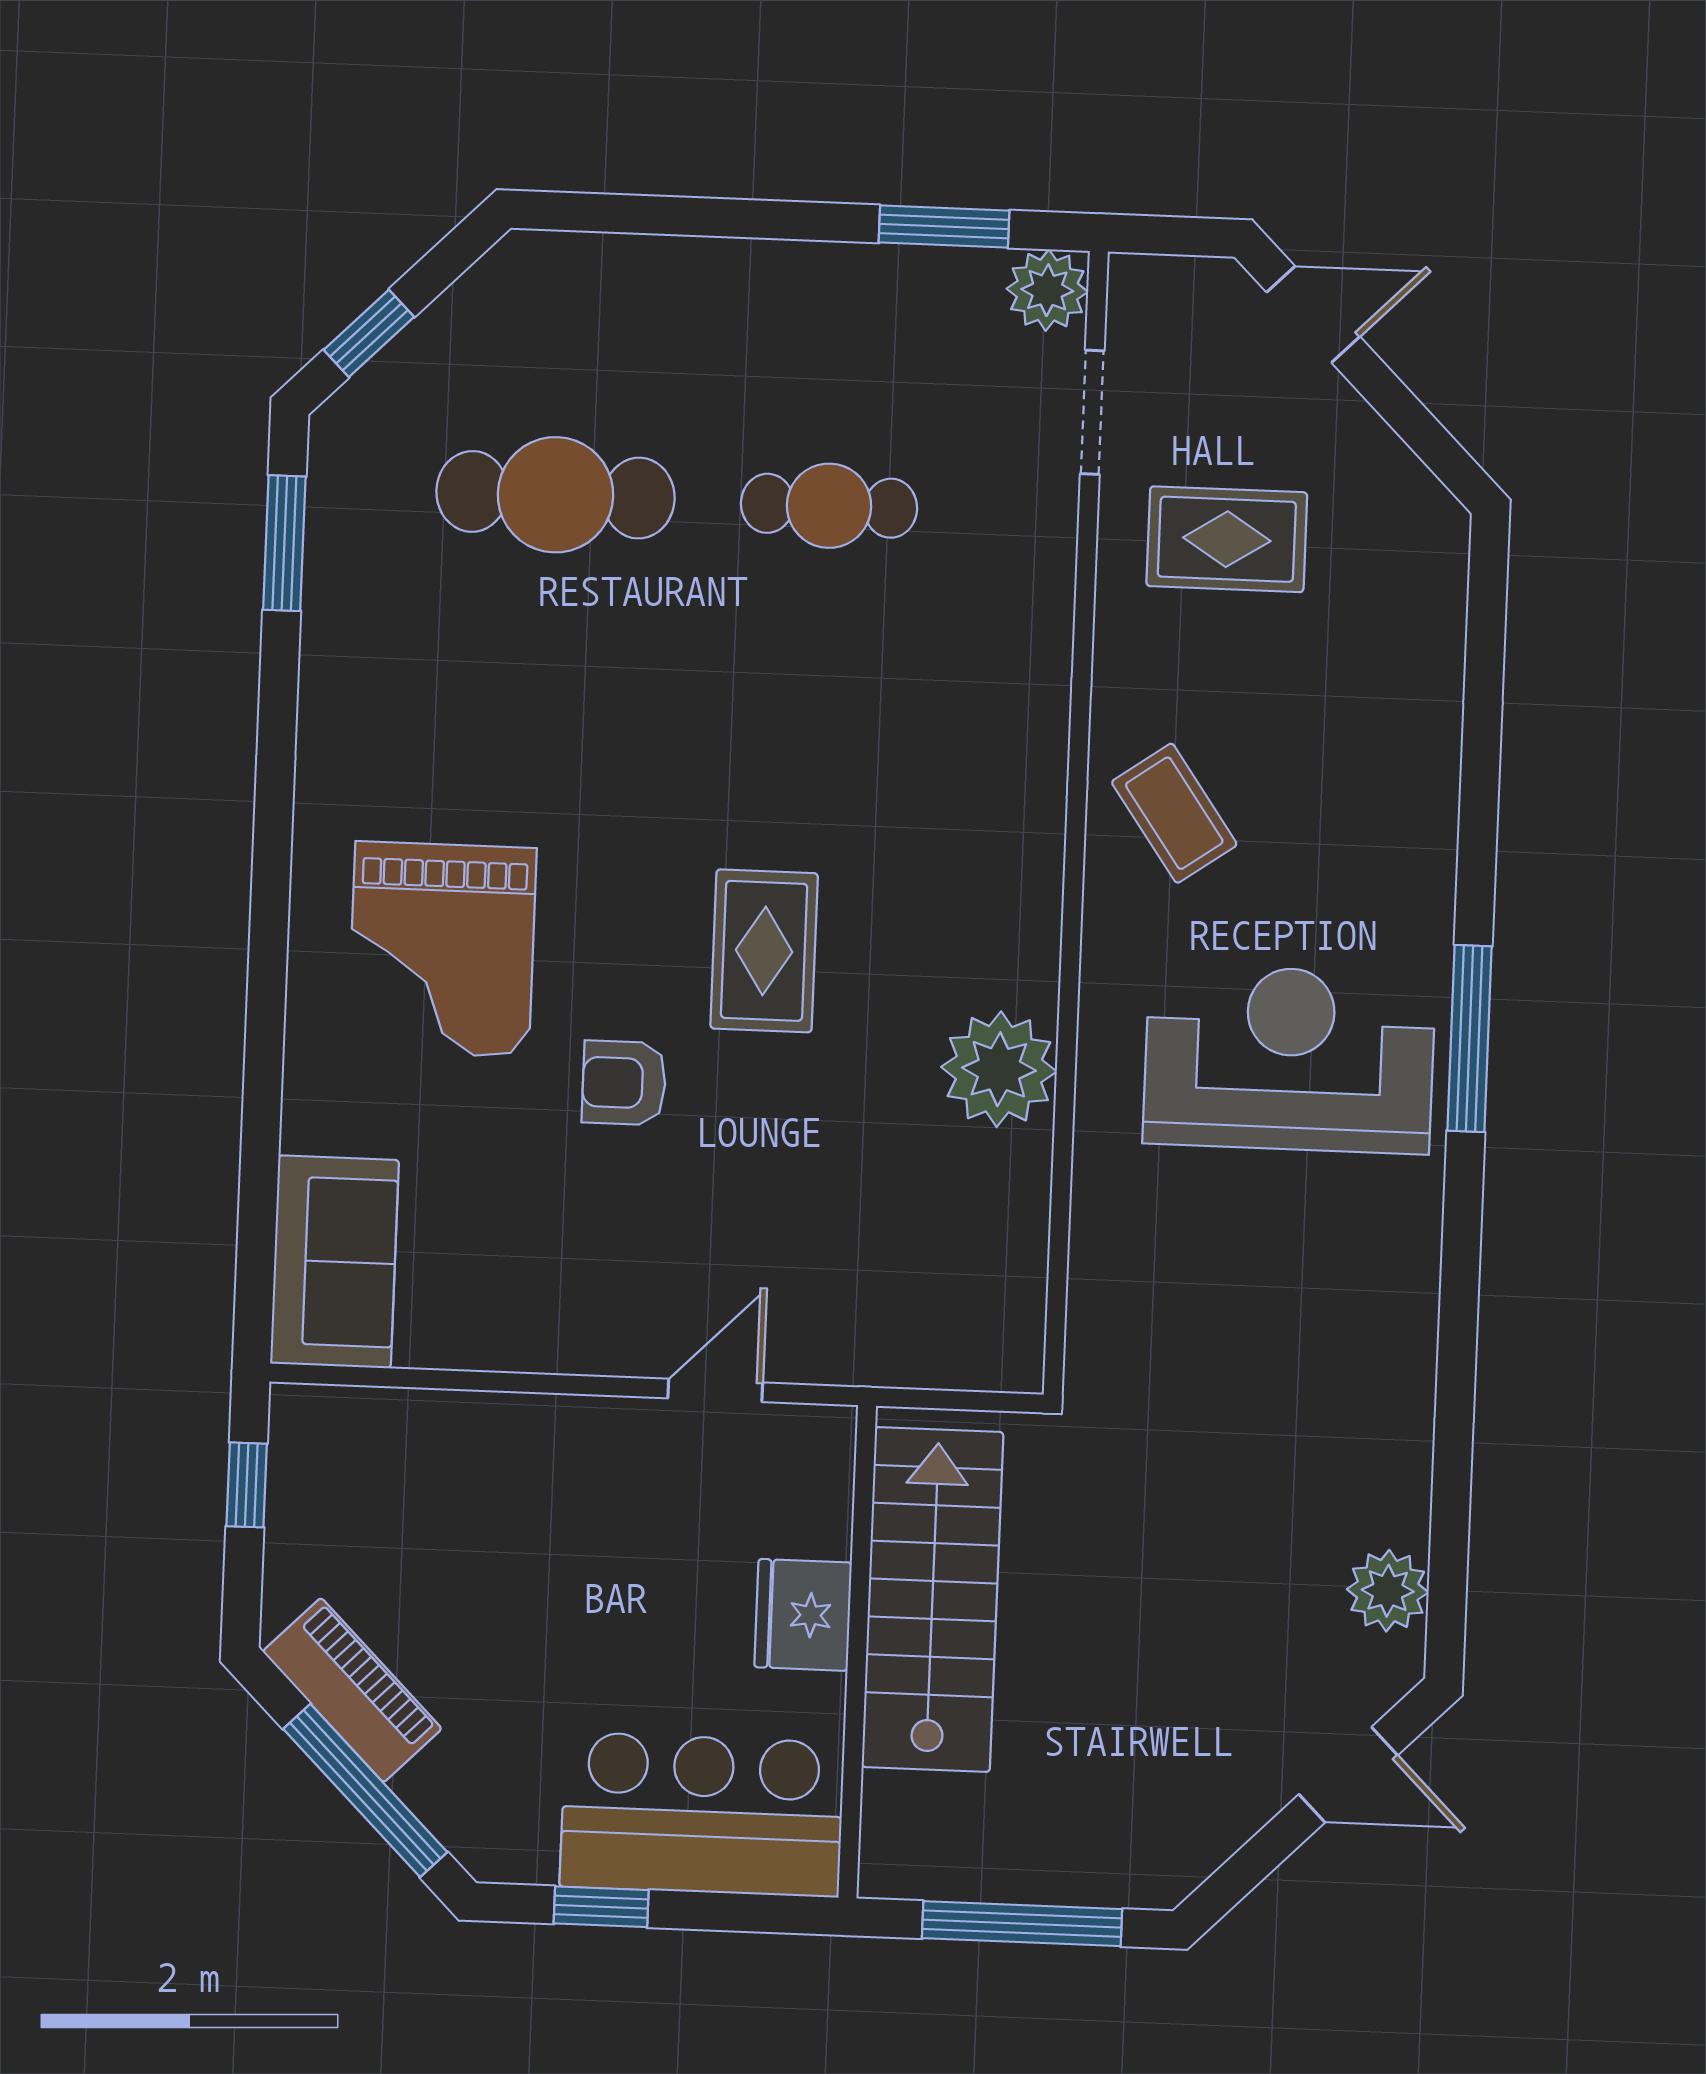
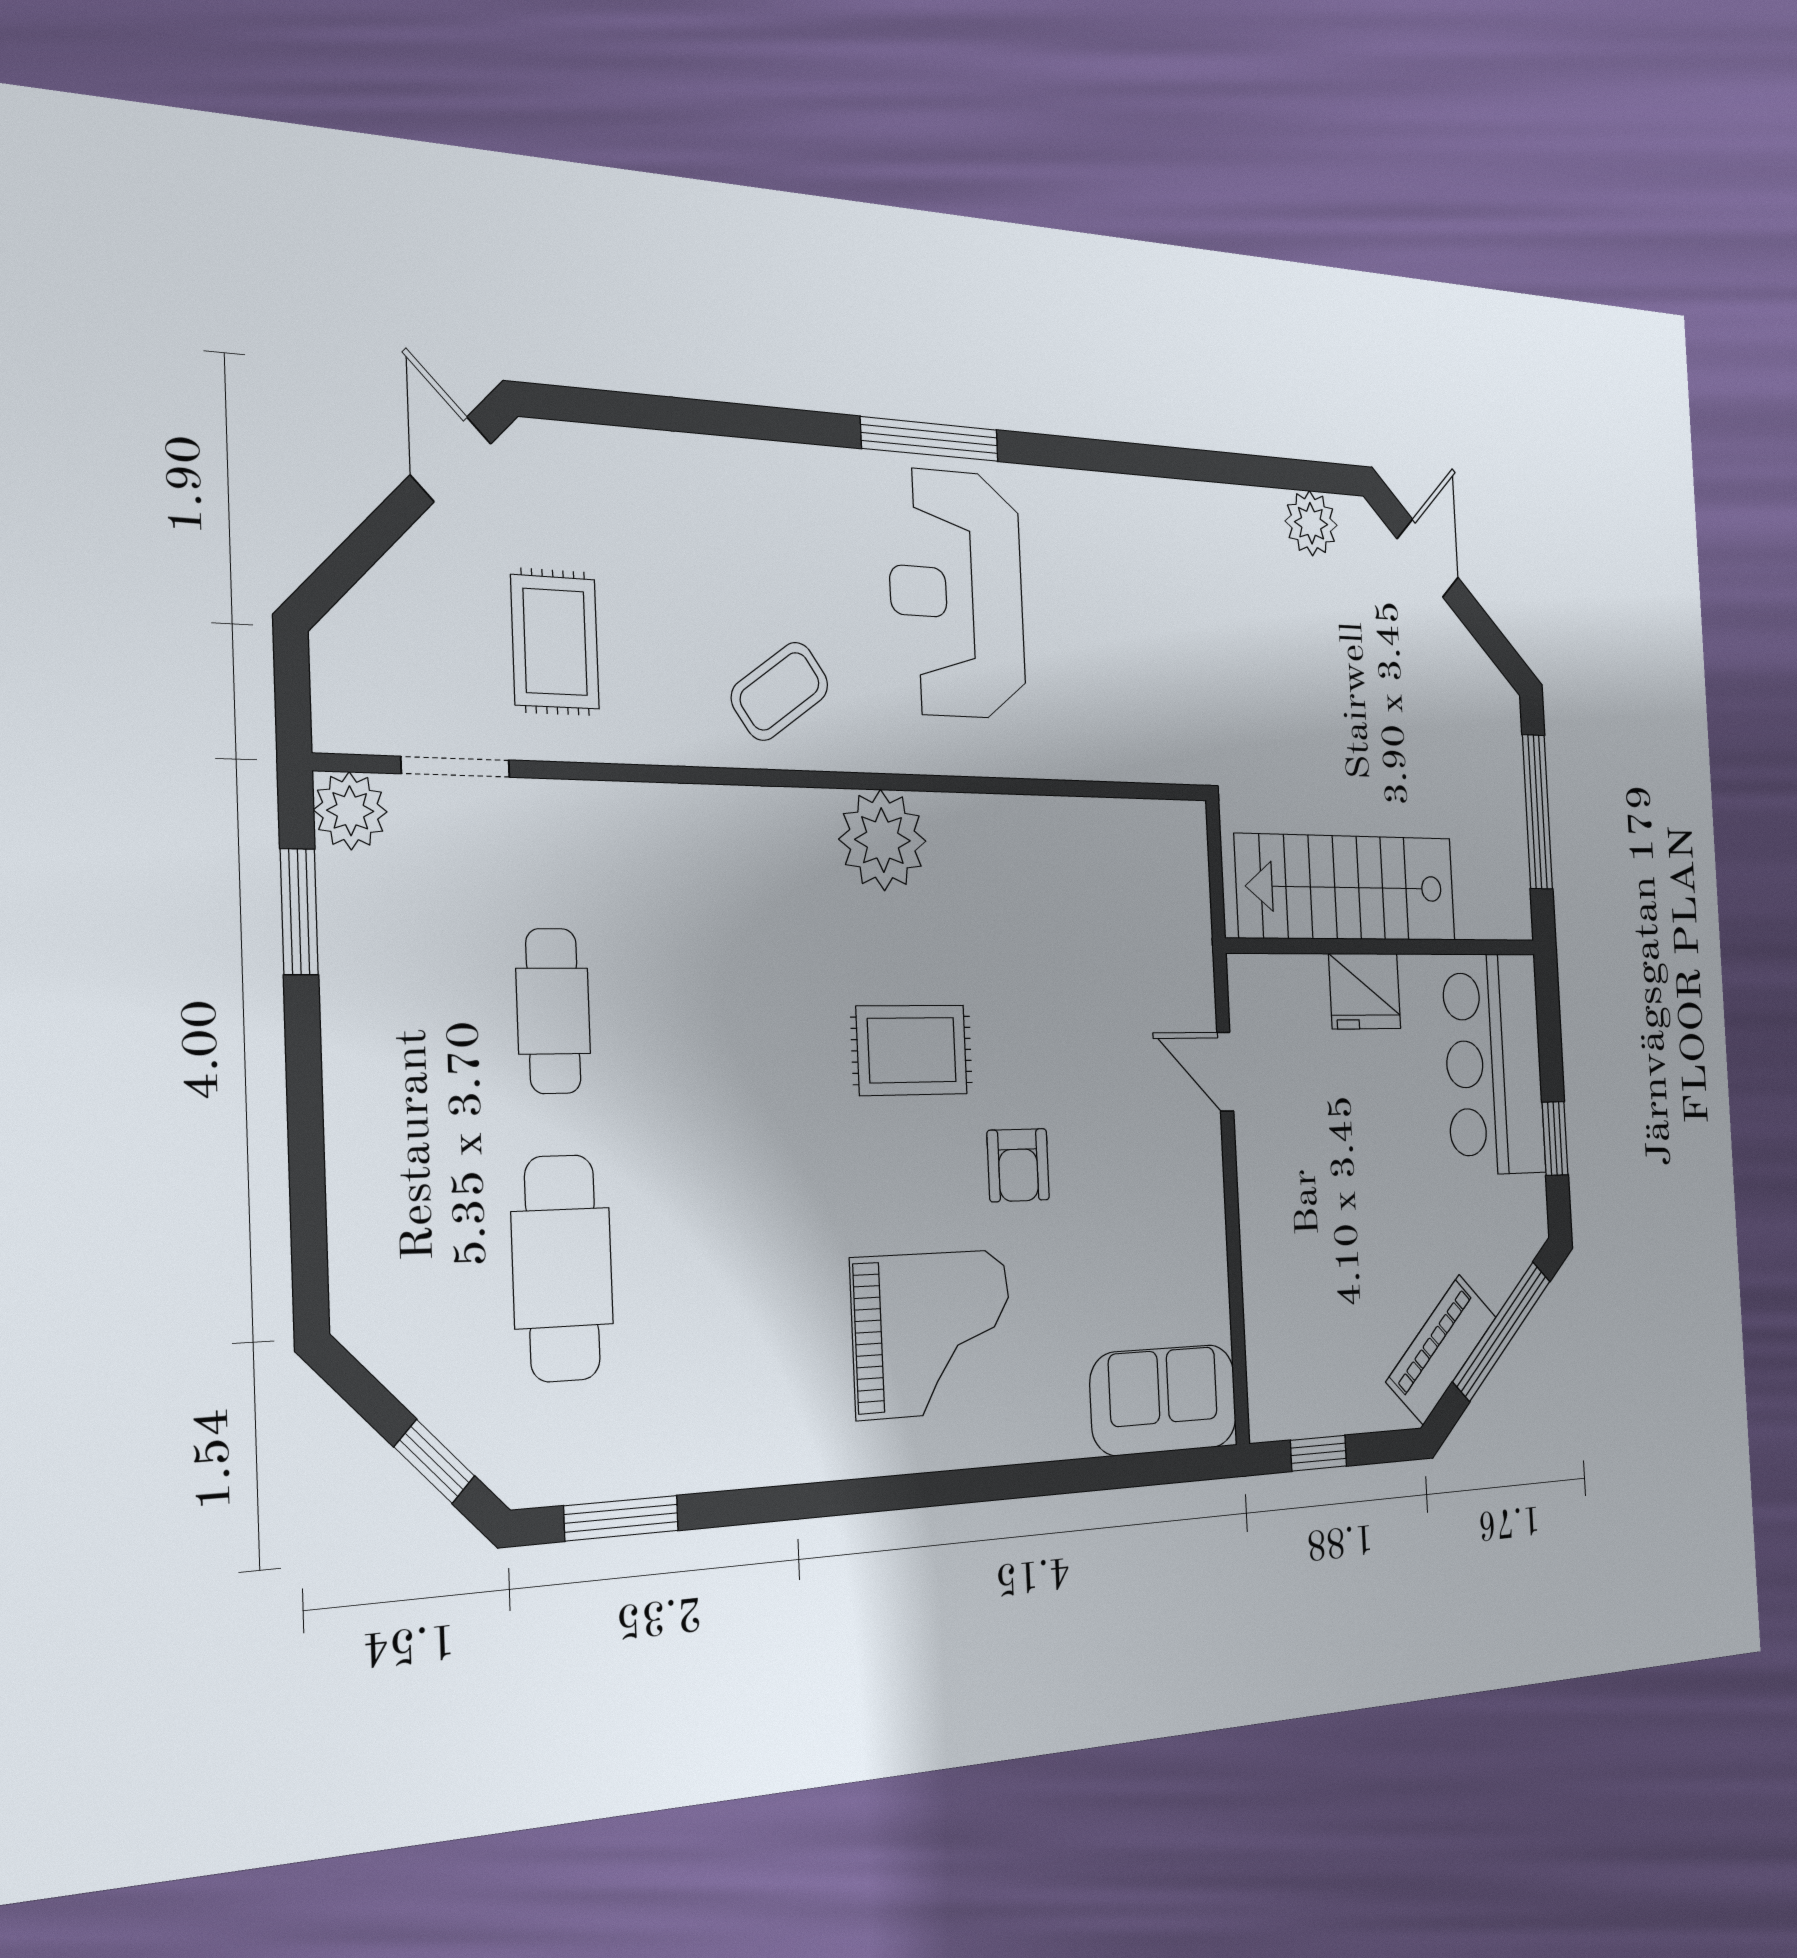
door: (1313, 314) -> (451, 459), moved
plant: (999, 1069) -> (883, 840), moved

